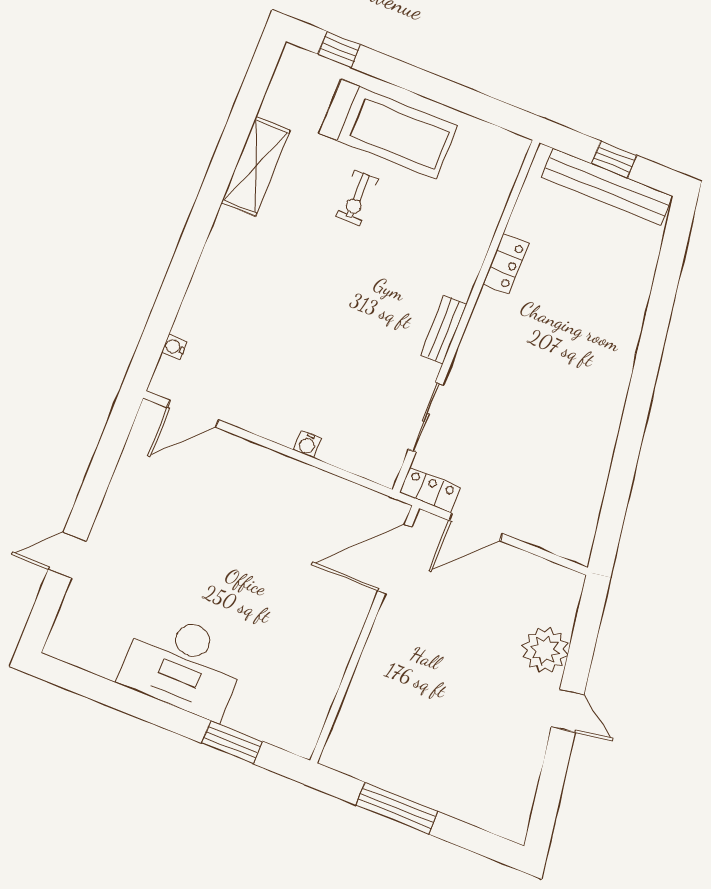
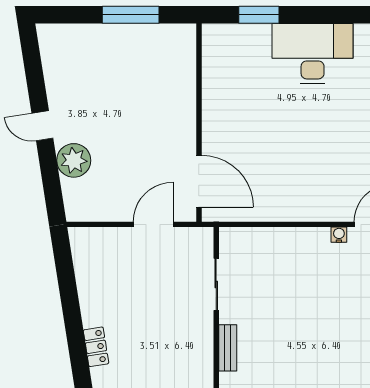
water cooler: (307, 444) -> (339, 235), moved
locker: (430, 490) -> (96, 347), moved, turned -99
door: (395, 559) -> (199, 181), hinge flipped

